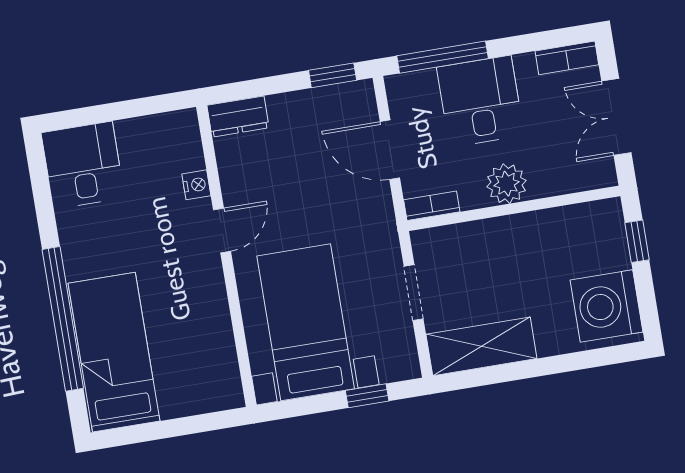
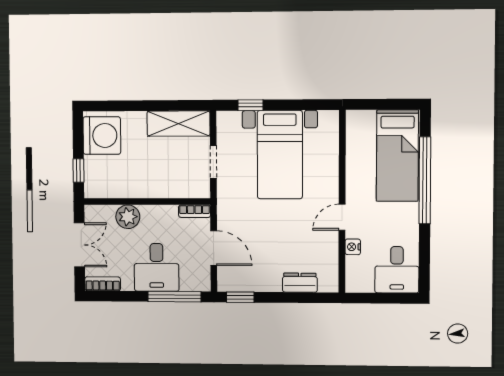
plant: (507, 184) -> (128, 217), moved
nightstand: (196, 185) -> (353, 247), moved
door: (222, 231) -> (342, 217), moved
wall: (226, 256) -> (342, 202), moved

